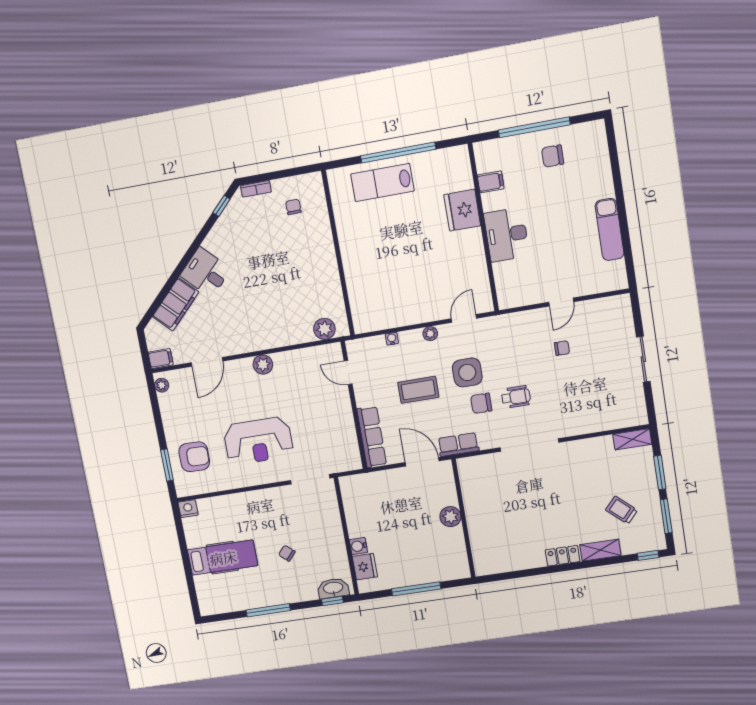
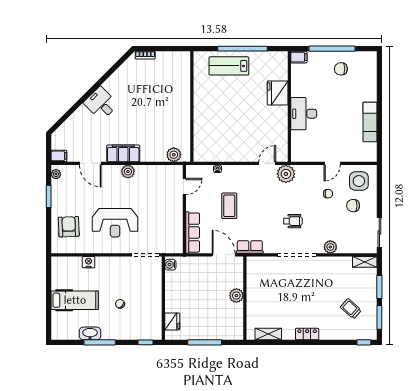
filing cabinet: (491, 182) -> (299, 57), moved
window: (221, 206) -> (120, 62), removed
chair: (293, 207) -> (168, 71), removed
filing cabinet: (176, 304) -> (123, 153), moved, turned -135
plant: (430, 334) -> (286, 174), moved, width x1.87, depth x1.87
sliding door: (643, 359) -> (379, 232), moved
door: (207, 362) -> (90, 163), hinge flipped
side table: (467, 372) -> (359, 181), moved
door: (348, 373) -> (184, 187), swing flipped
coffee table: (418, 390) -> (229, 206), turned 90
chair: (481, 403) -> (353, 206), moved
plant: (577, 426) -> (330, 247), added
armchair: (194, 457) -> (69, 227), turned -93
window: (167, 465) -> (49, 196), moved
nightstand: (188, 509) -> (89, 262), moved
water cooler: (358, 546) -> (170, 265), moved
shelving: (600, 550) -> (268, 334), moved
washbasin: (333, 588) -> (90, 333), moved

